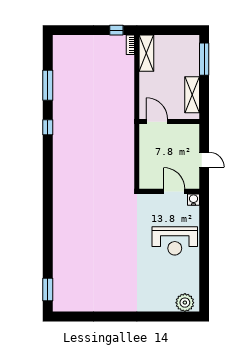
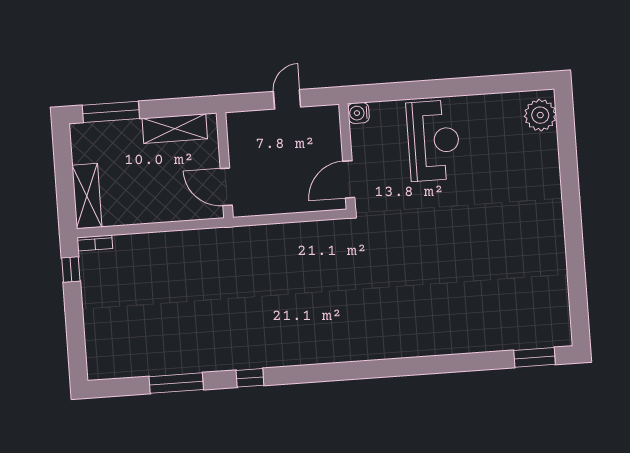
shelving: (146, 53) -> (87, 196), moved, turned 90
door: (157, 122) -> (226, 187), hinge flipped
door: (174, 191) -> (349, 179), moved

